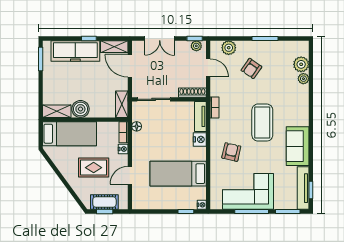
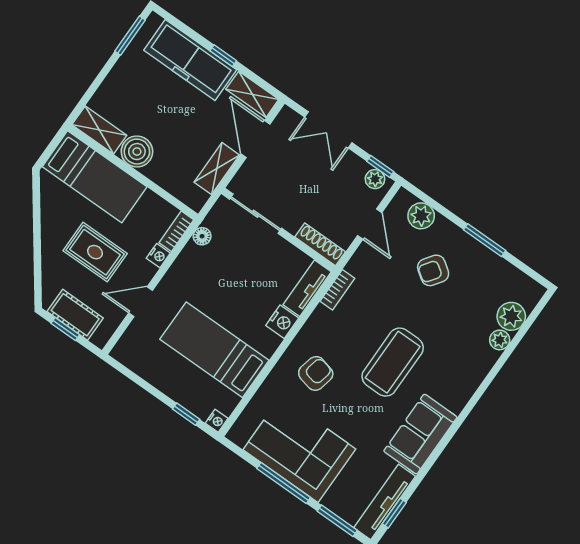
shelving: (122, 104) -> (217, 169), moved

